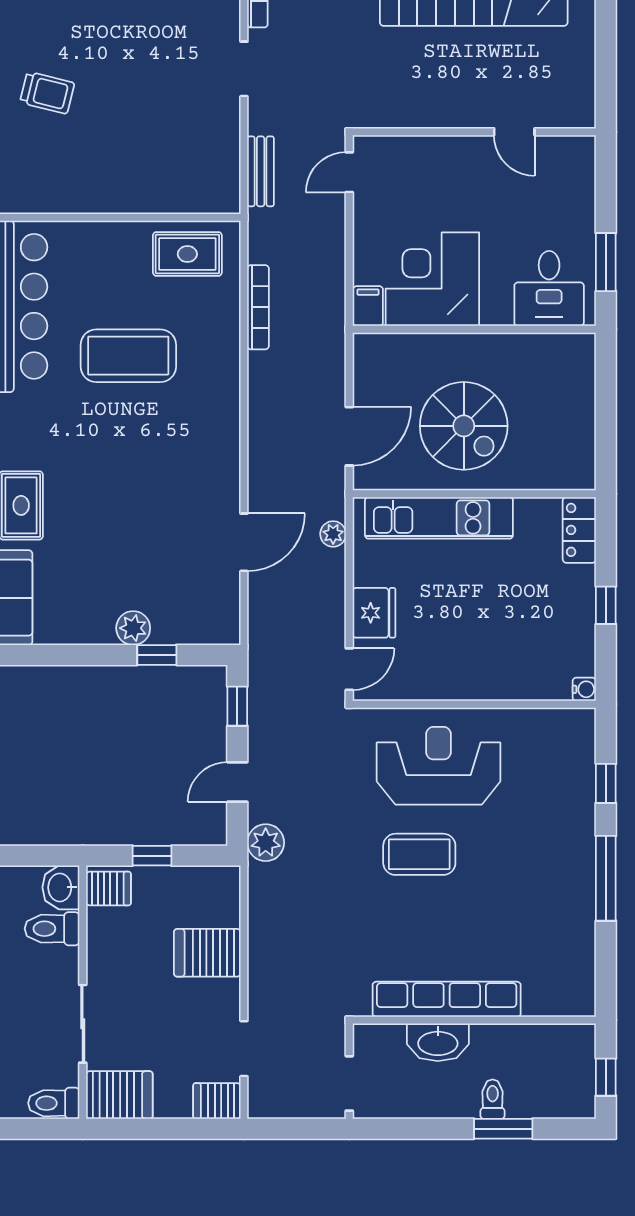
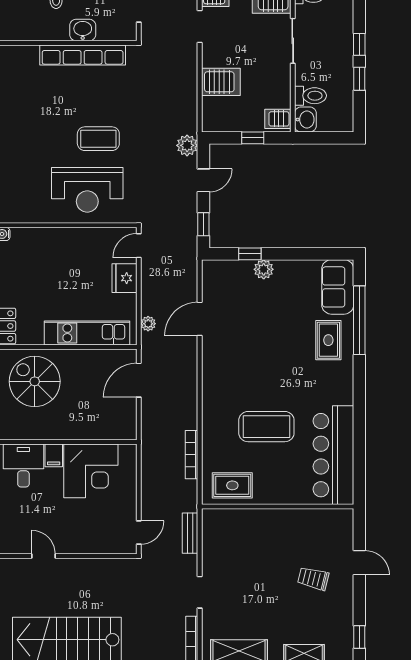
filing cabinet: (368, 306) -> (54, 455), moved
spiral stairs: (464, 426) -> (35, 381), moved
washbasin: (438, 1042) -> (83, 30), width x0.72

